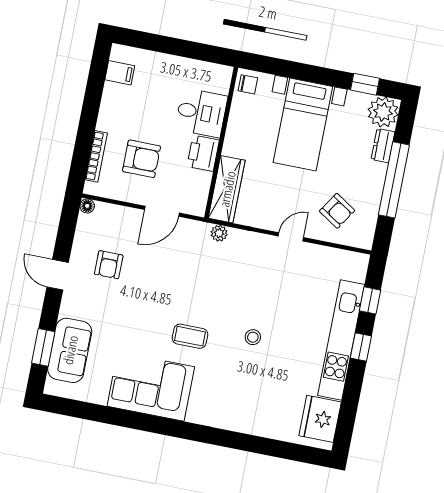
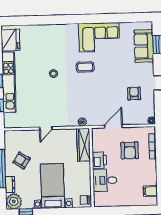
armchair: (141, 159) -> (130, 150), turned -90
armchair: (337, 211) -> (22, 160), moved

